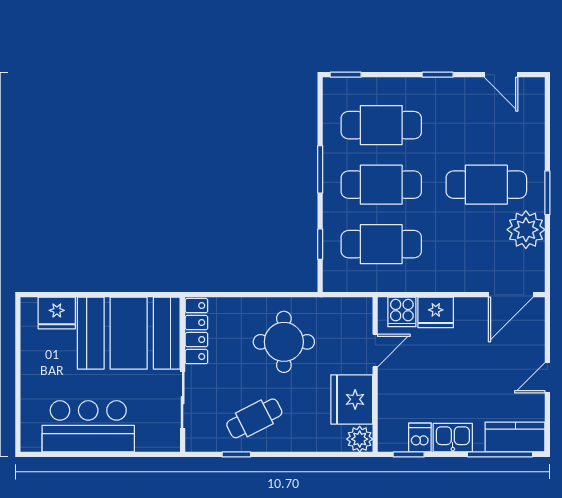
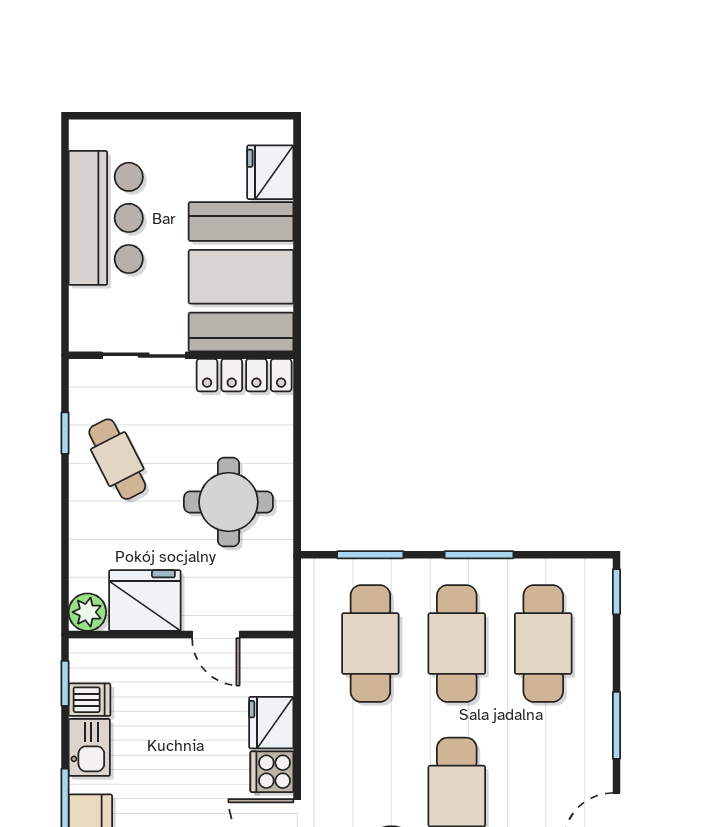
window: (438, 75) -> (616, 725), width x1.50
window: (320, 244) -> (370, 555), width x1.50
cooker: (402, 312) -> (272, 772), moved

